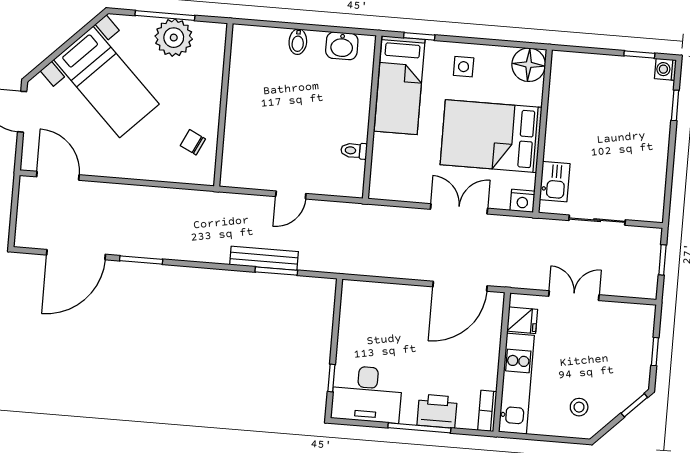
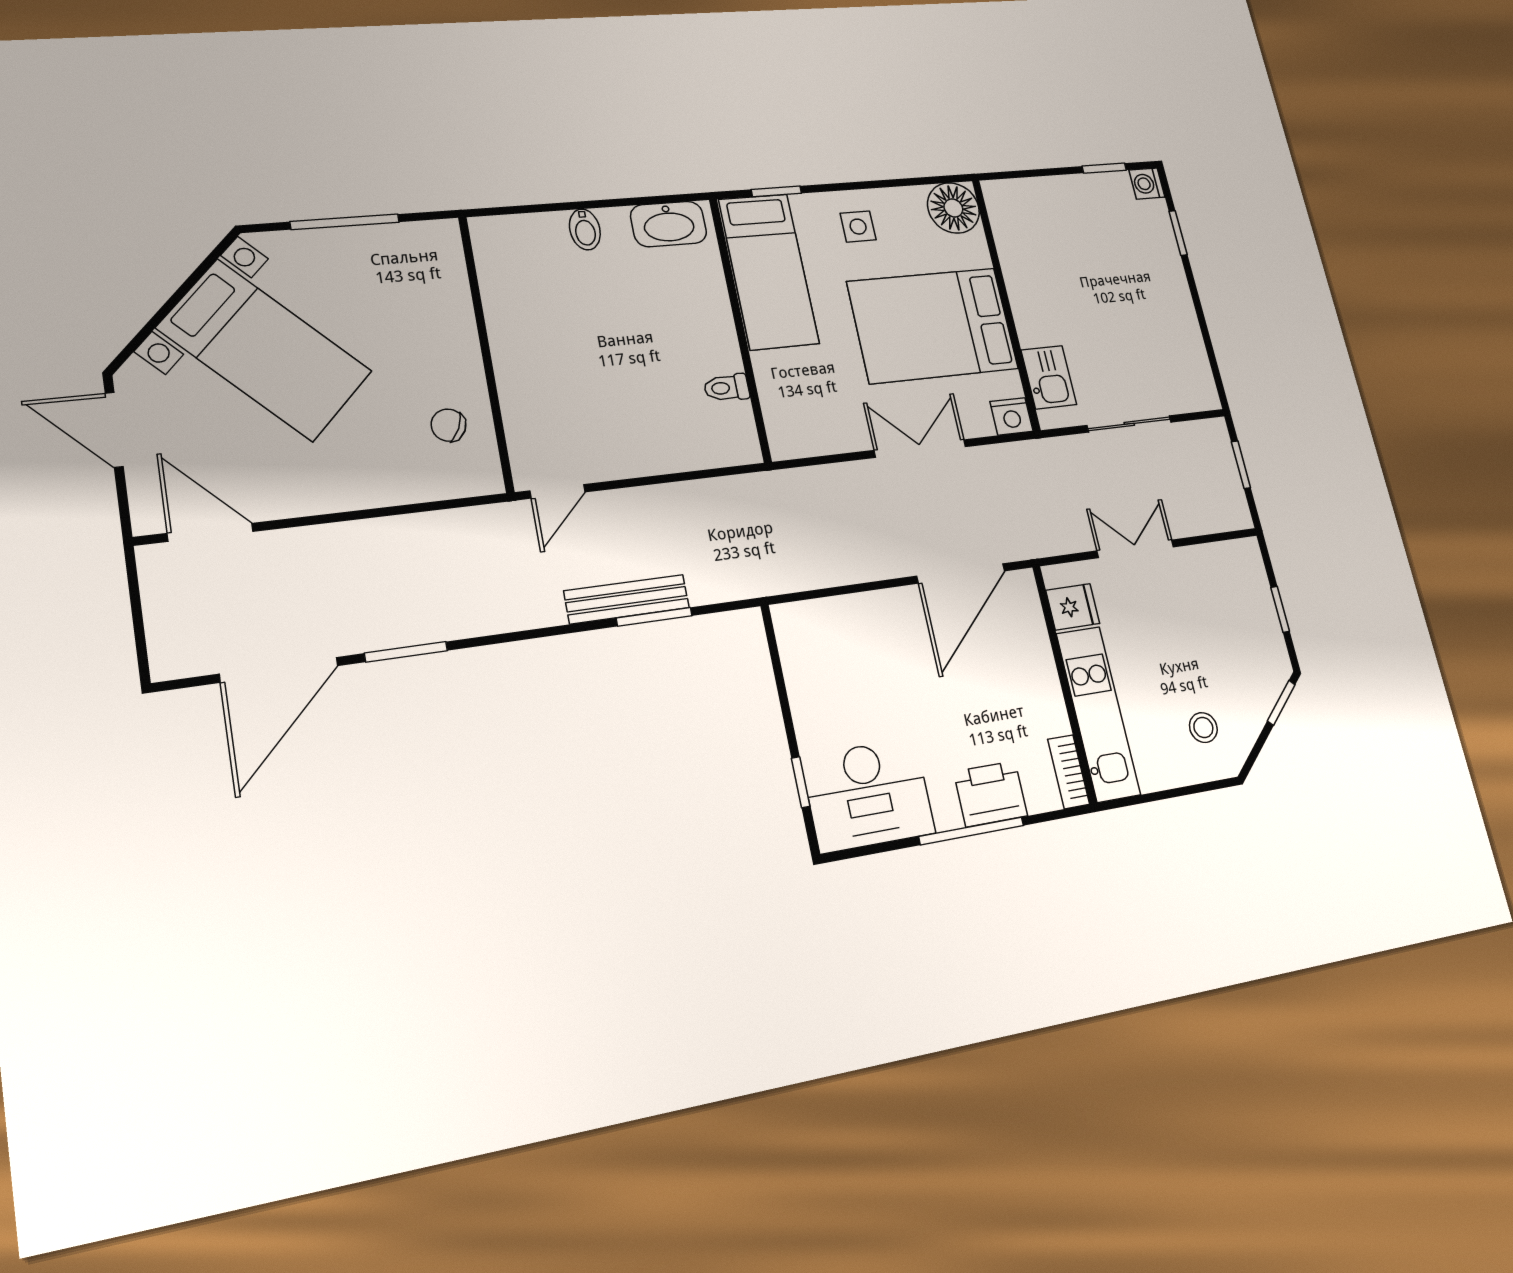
plant: (174, 38) -> (370, 256), removed
washbasin: (342, 46) -> (669, 224), width x1.38
door: (291, 195) -> (558, 491), moved

